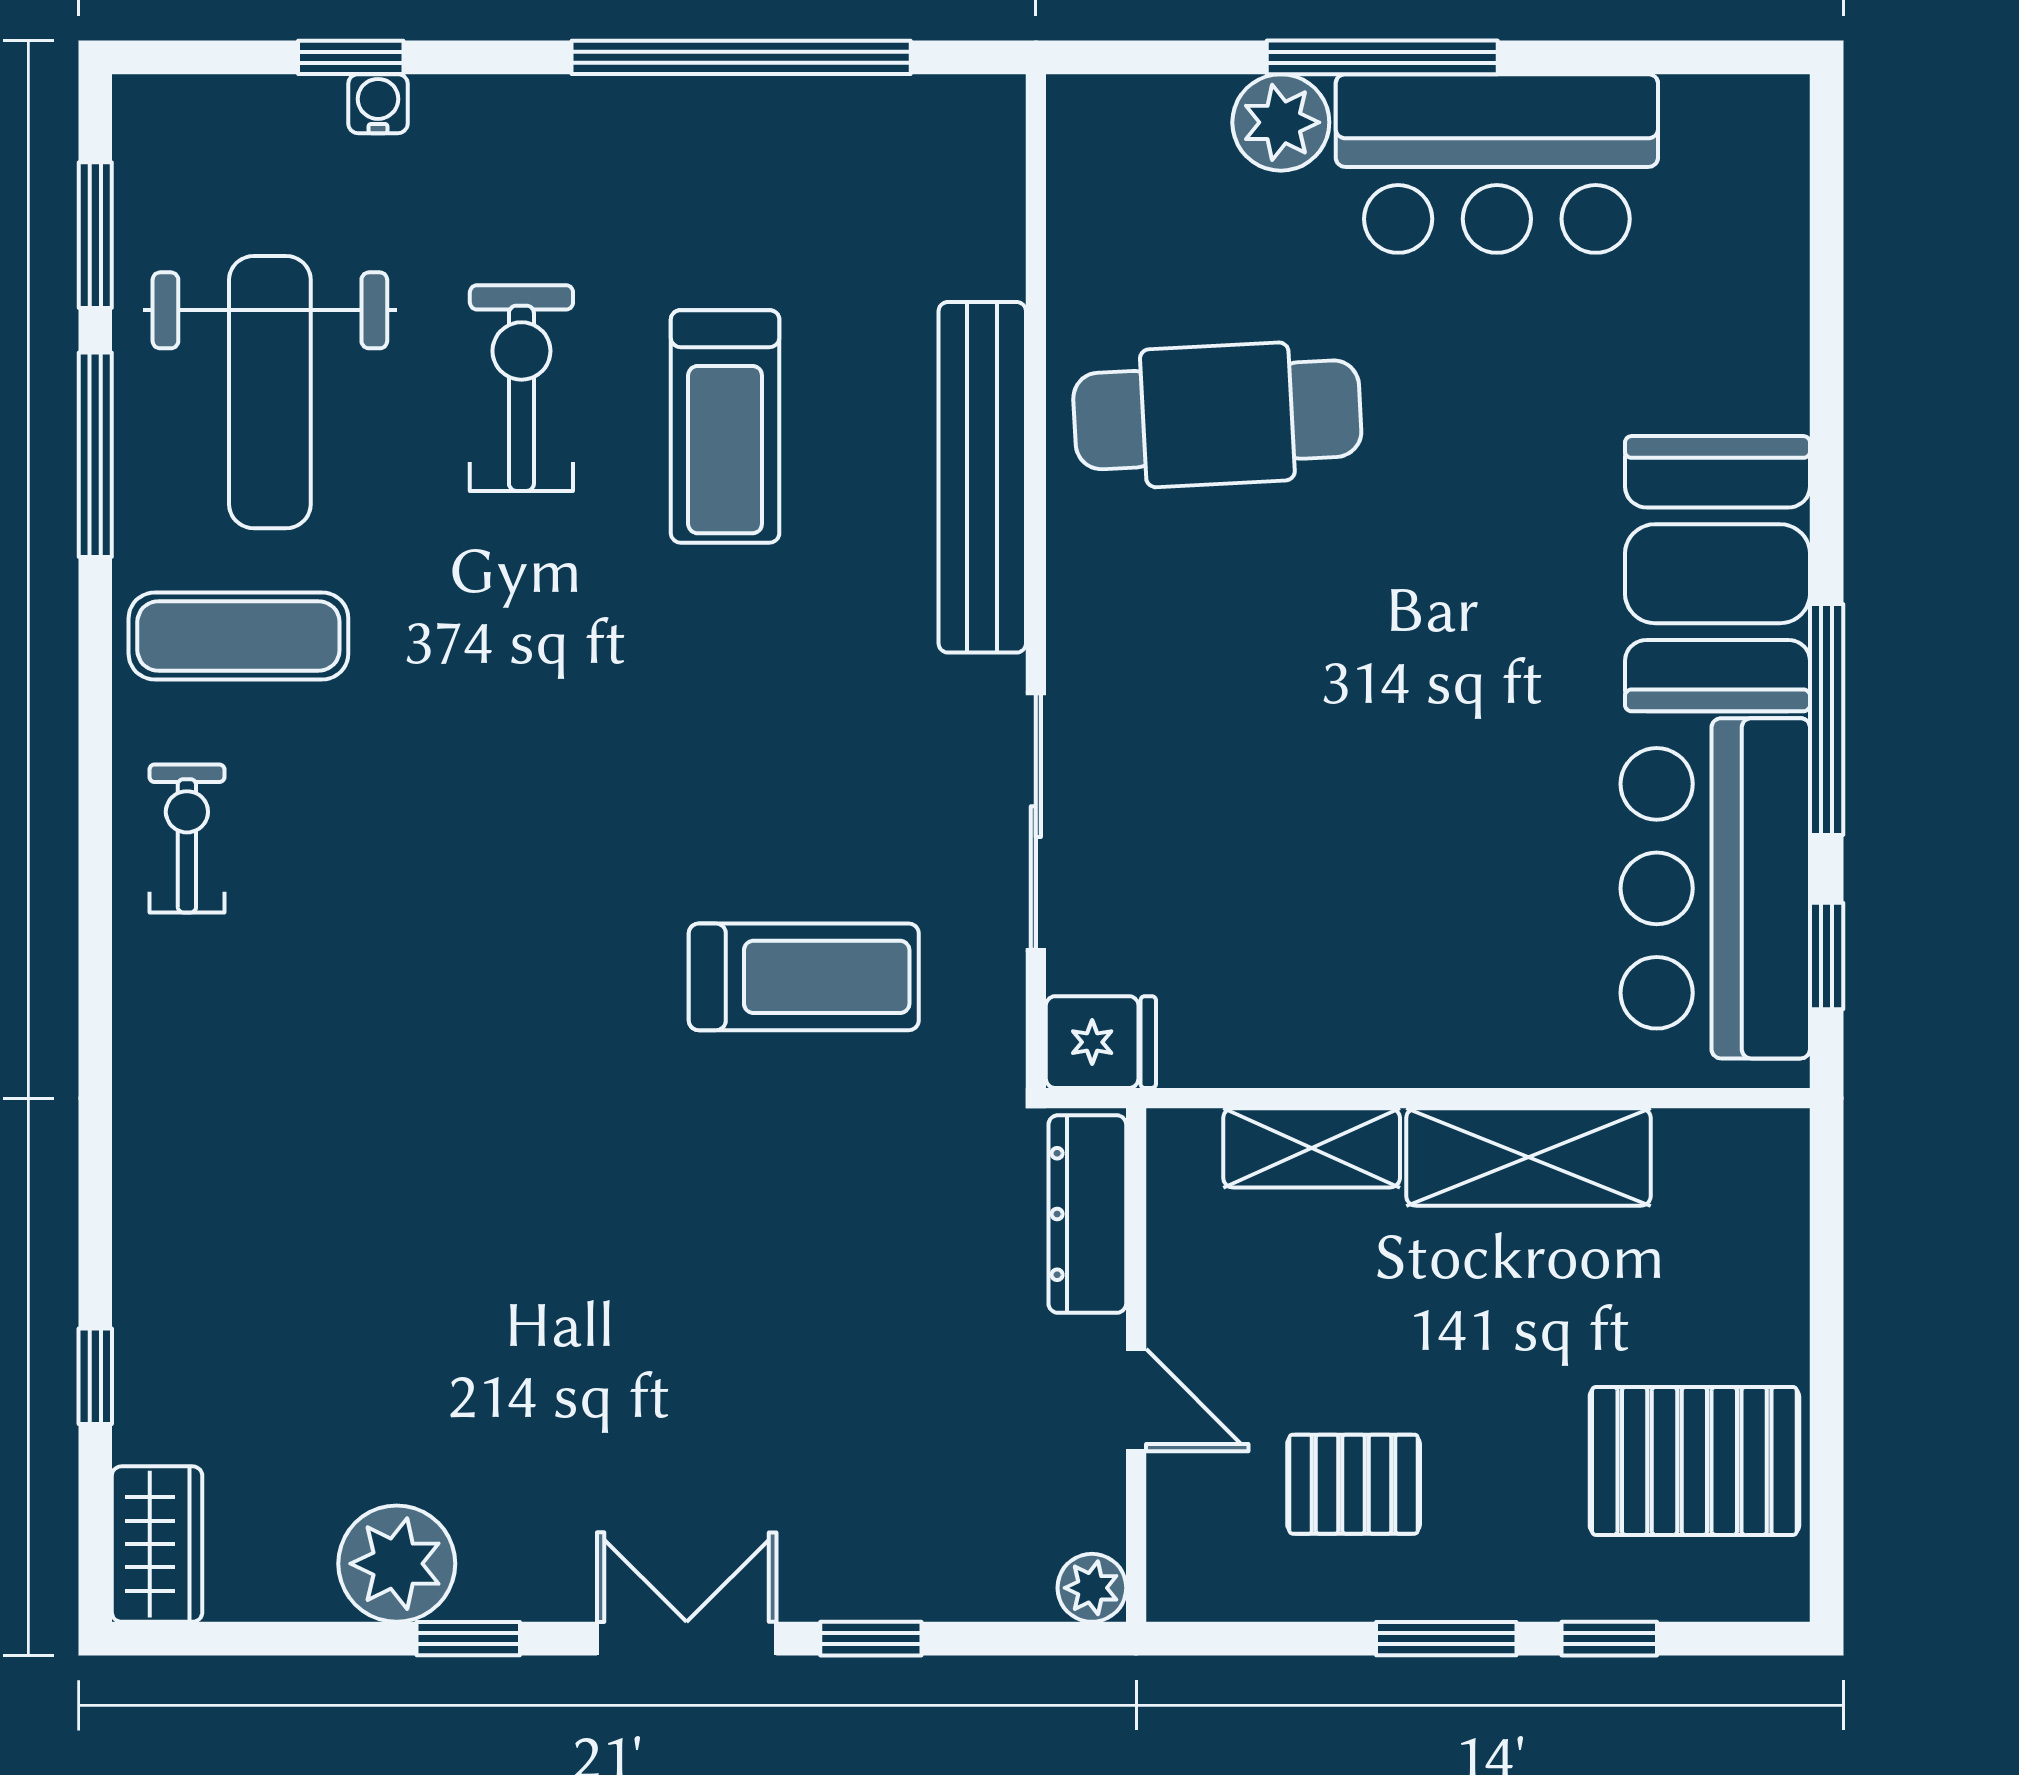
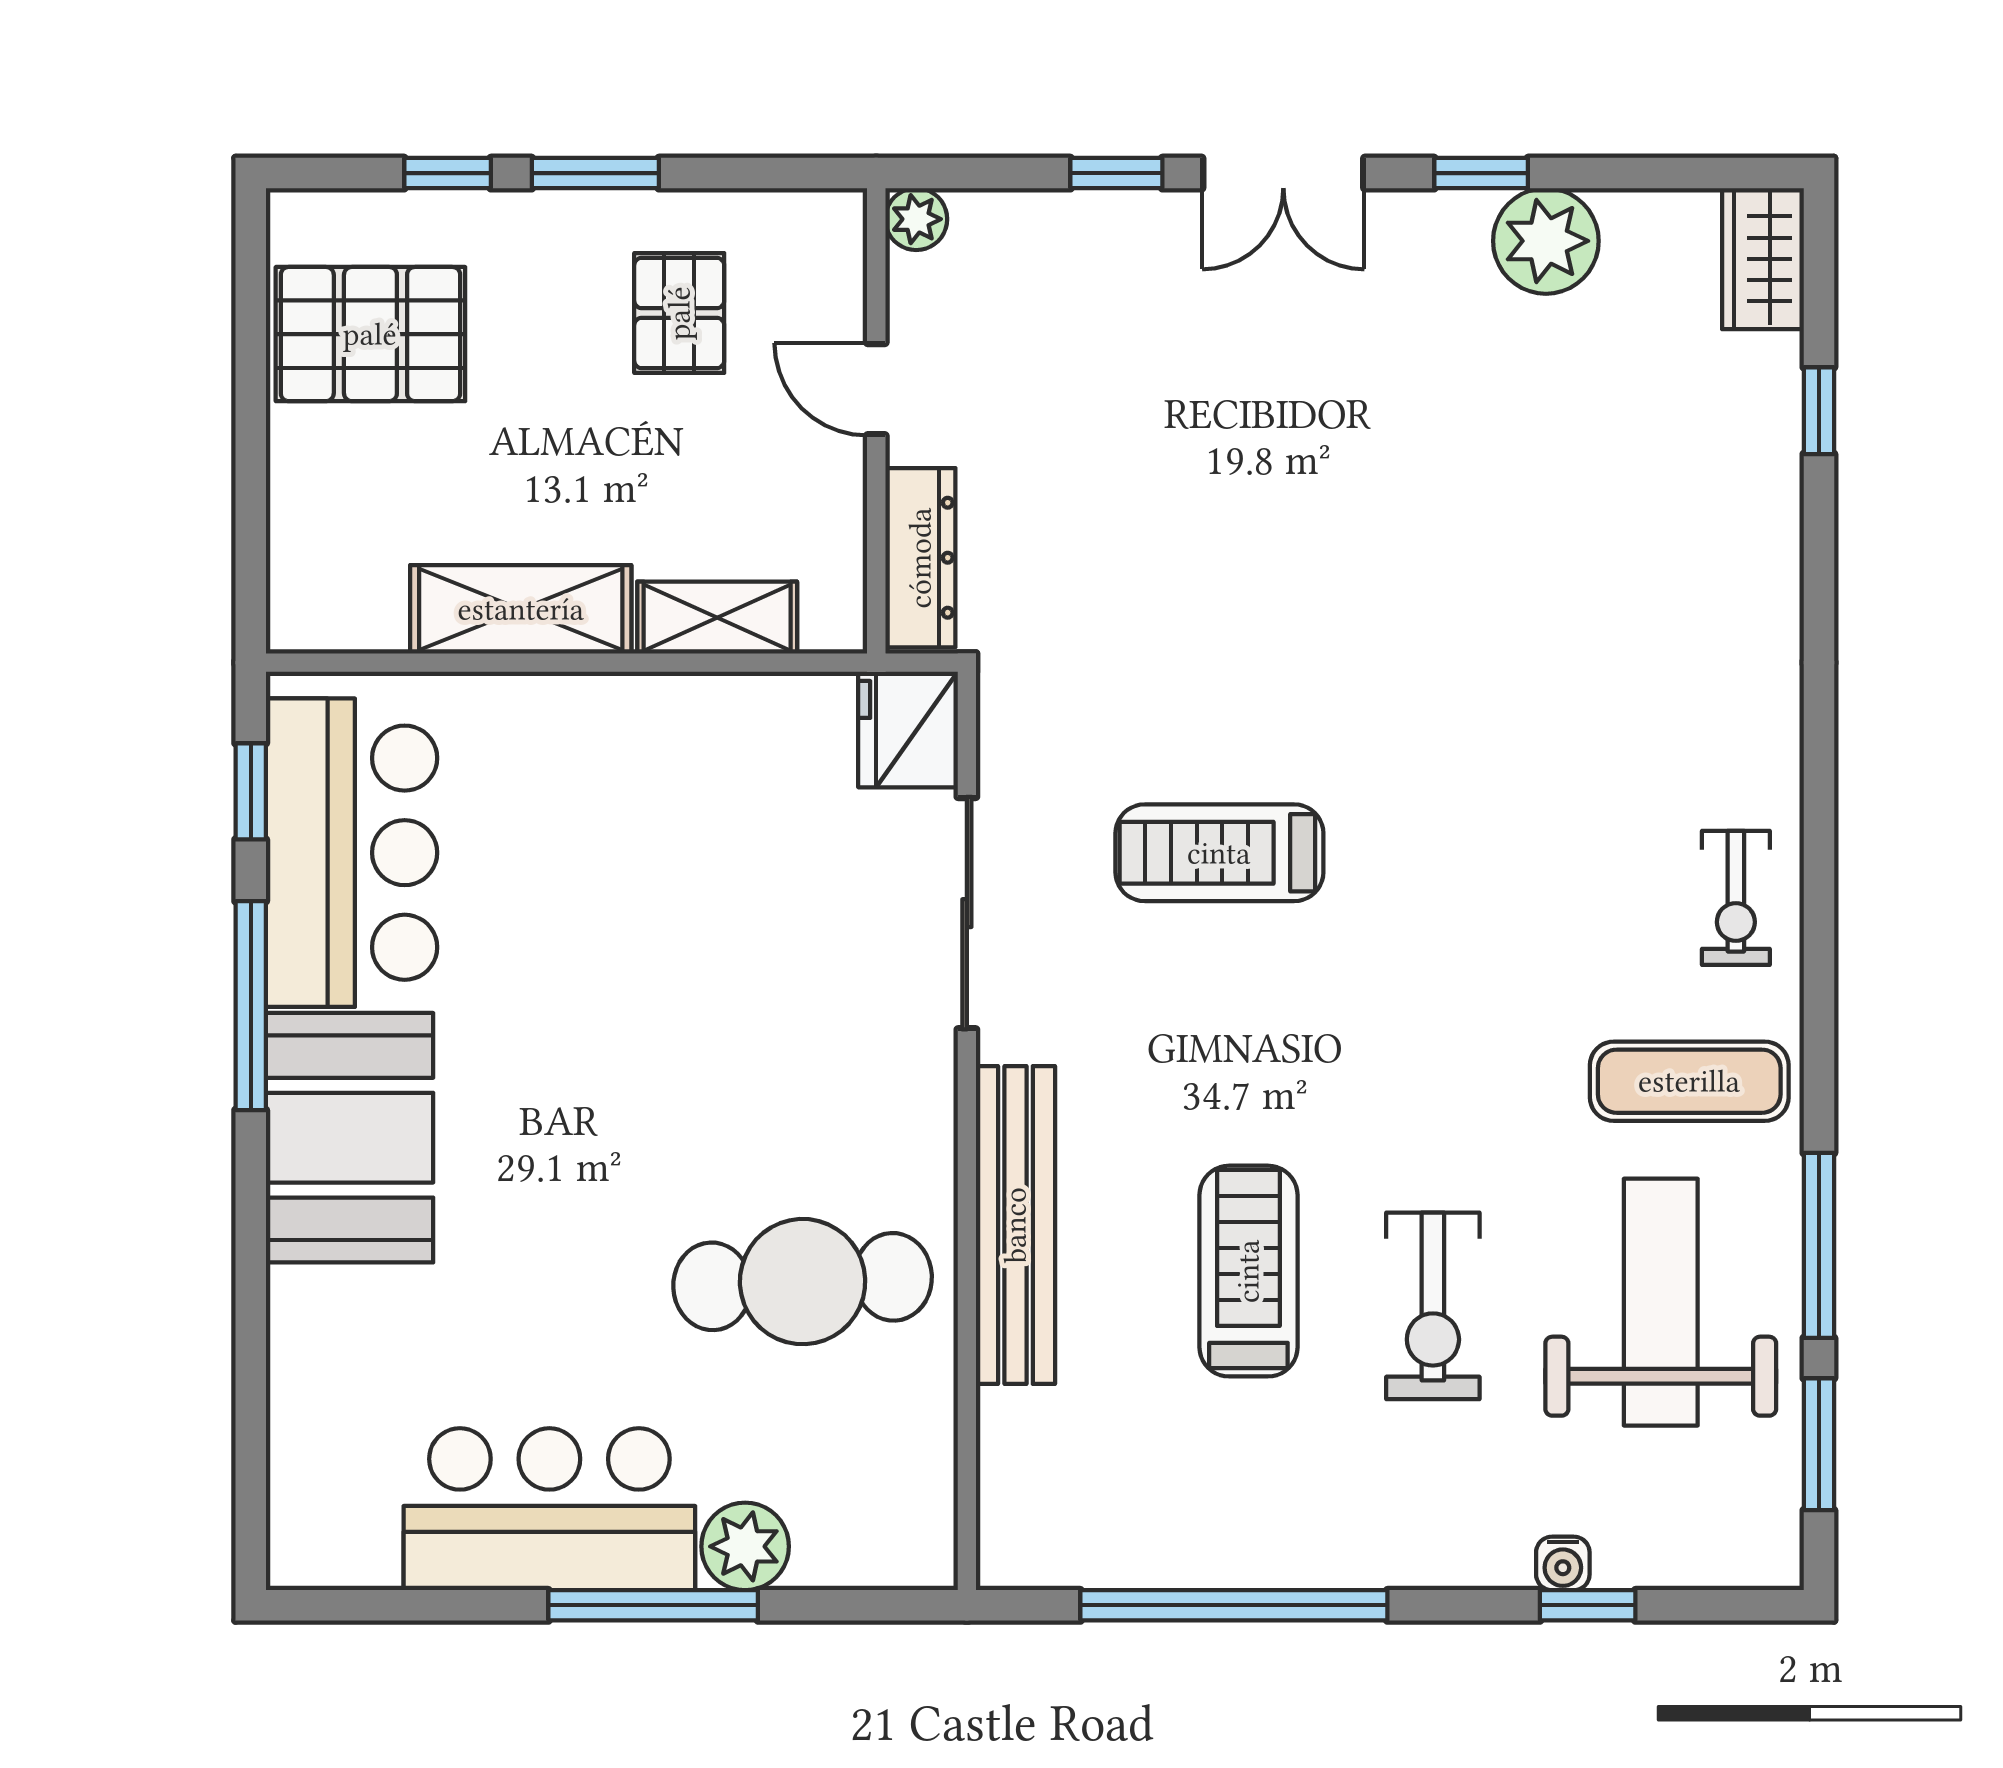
treadmill: (804, 977) -> (1219, 853), moved
fridge: (1101, 1042) -> (908, 729), width x1.38
pallet: (1354, 1484) -> (679, 313), turned 90

